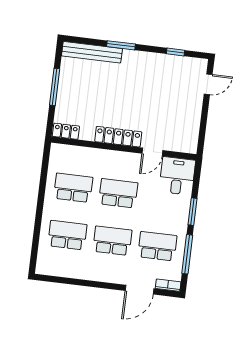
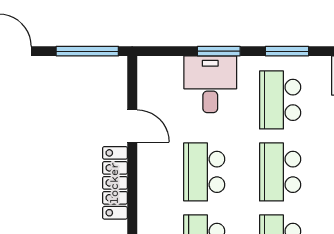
window: (203, 130) -> (87, 51), added
desk: (177, 176) -> (210, 84), moved, turned 90
window: (187, 254) -> (287, 51), width x0.69

